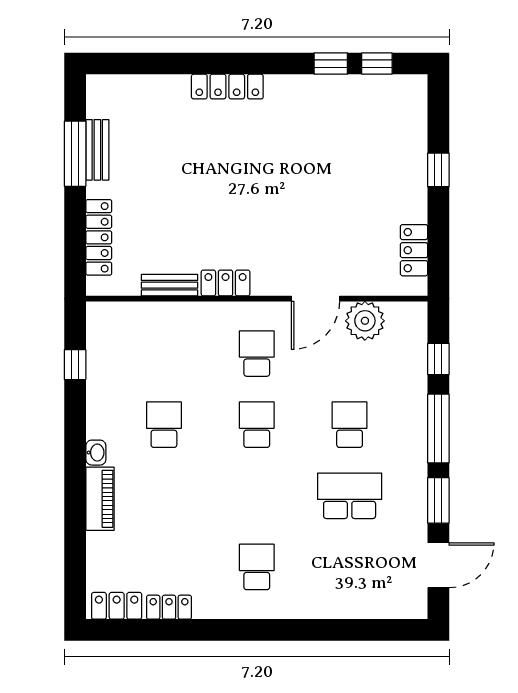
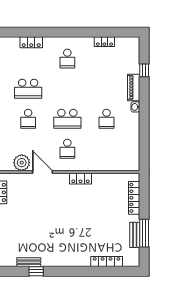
window: (377, 64) -> (17, 271), removed
locker: (227, 87) -> (107, 262), moved
bench: (170, 285) -> (29, 262), moved
door: (316, 299) -> (43, 172), hinge flipped
window: (75, 365) -> (144, 70), moved
school desk: (257, 425) -> (67, 119), width x1.85
locker: (117, 606) -> (31, 42), moved

